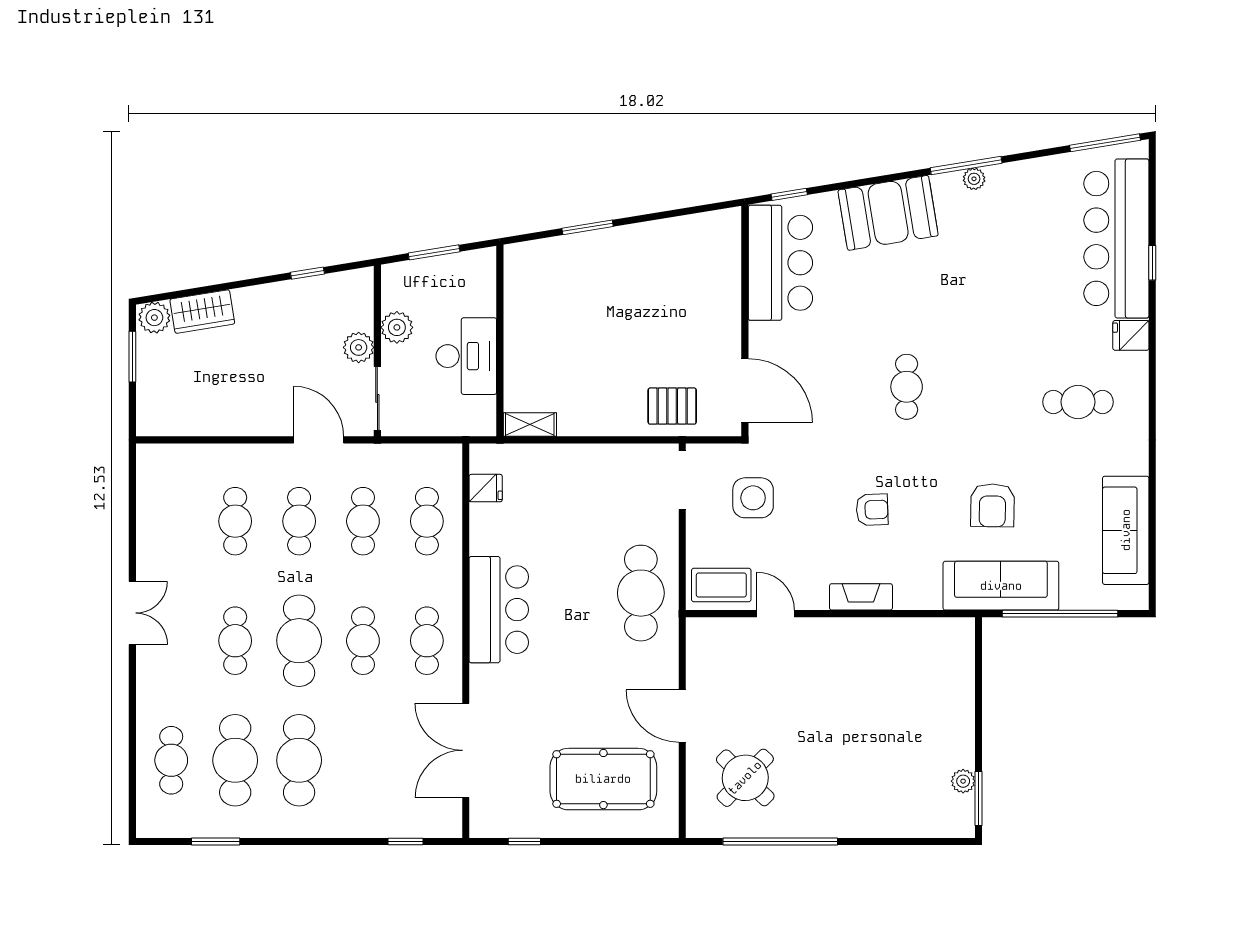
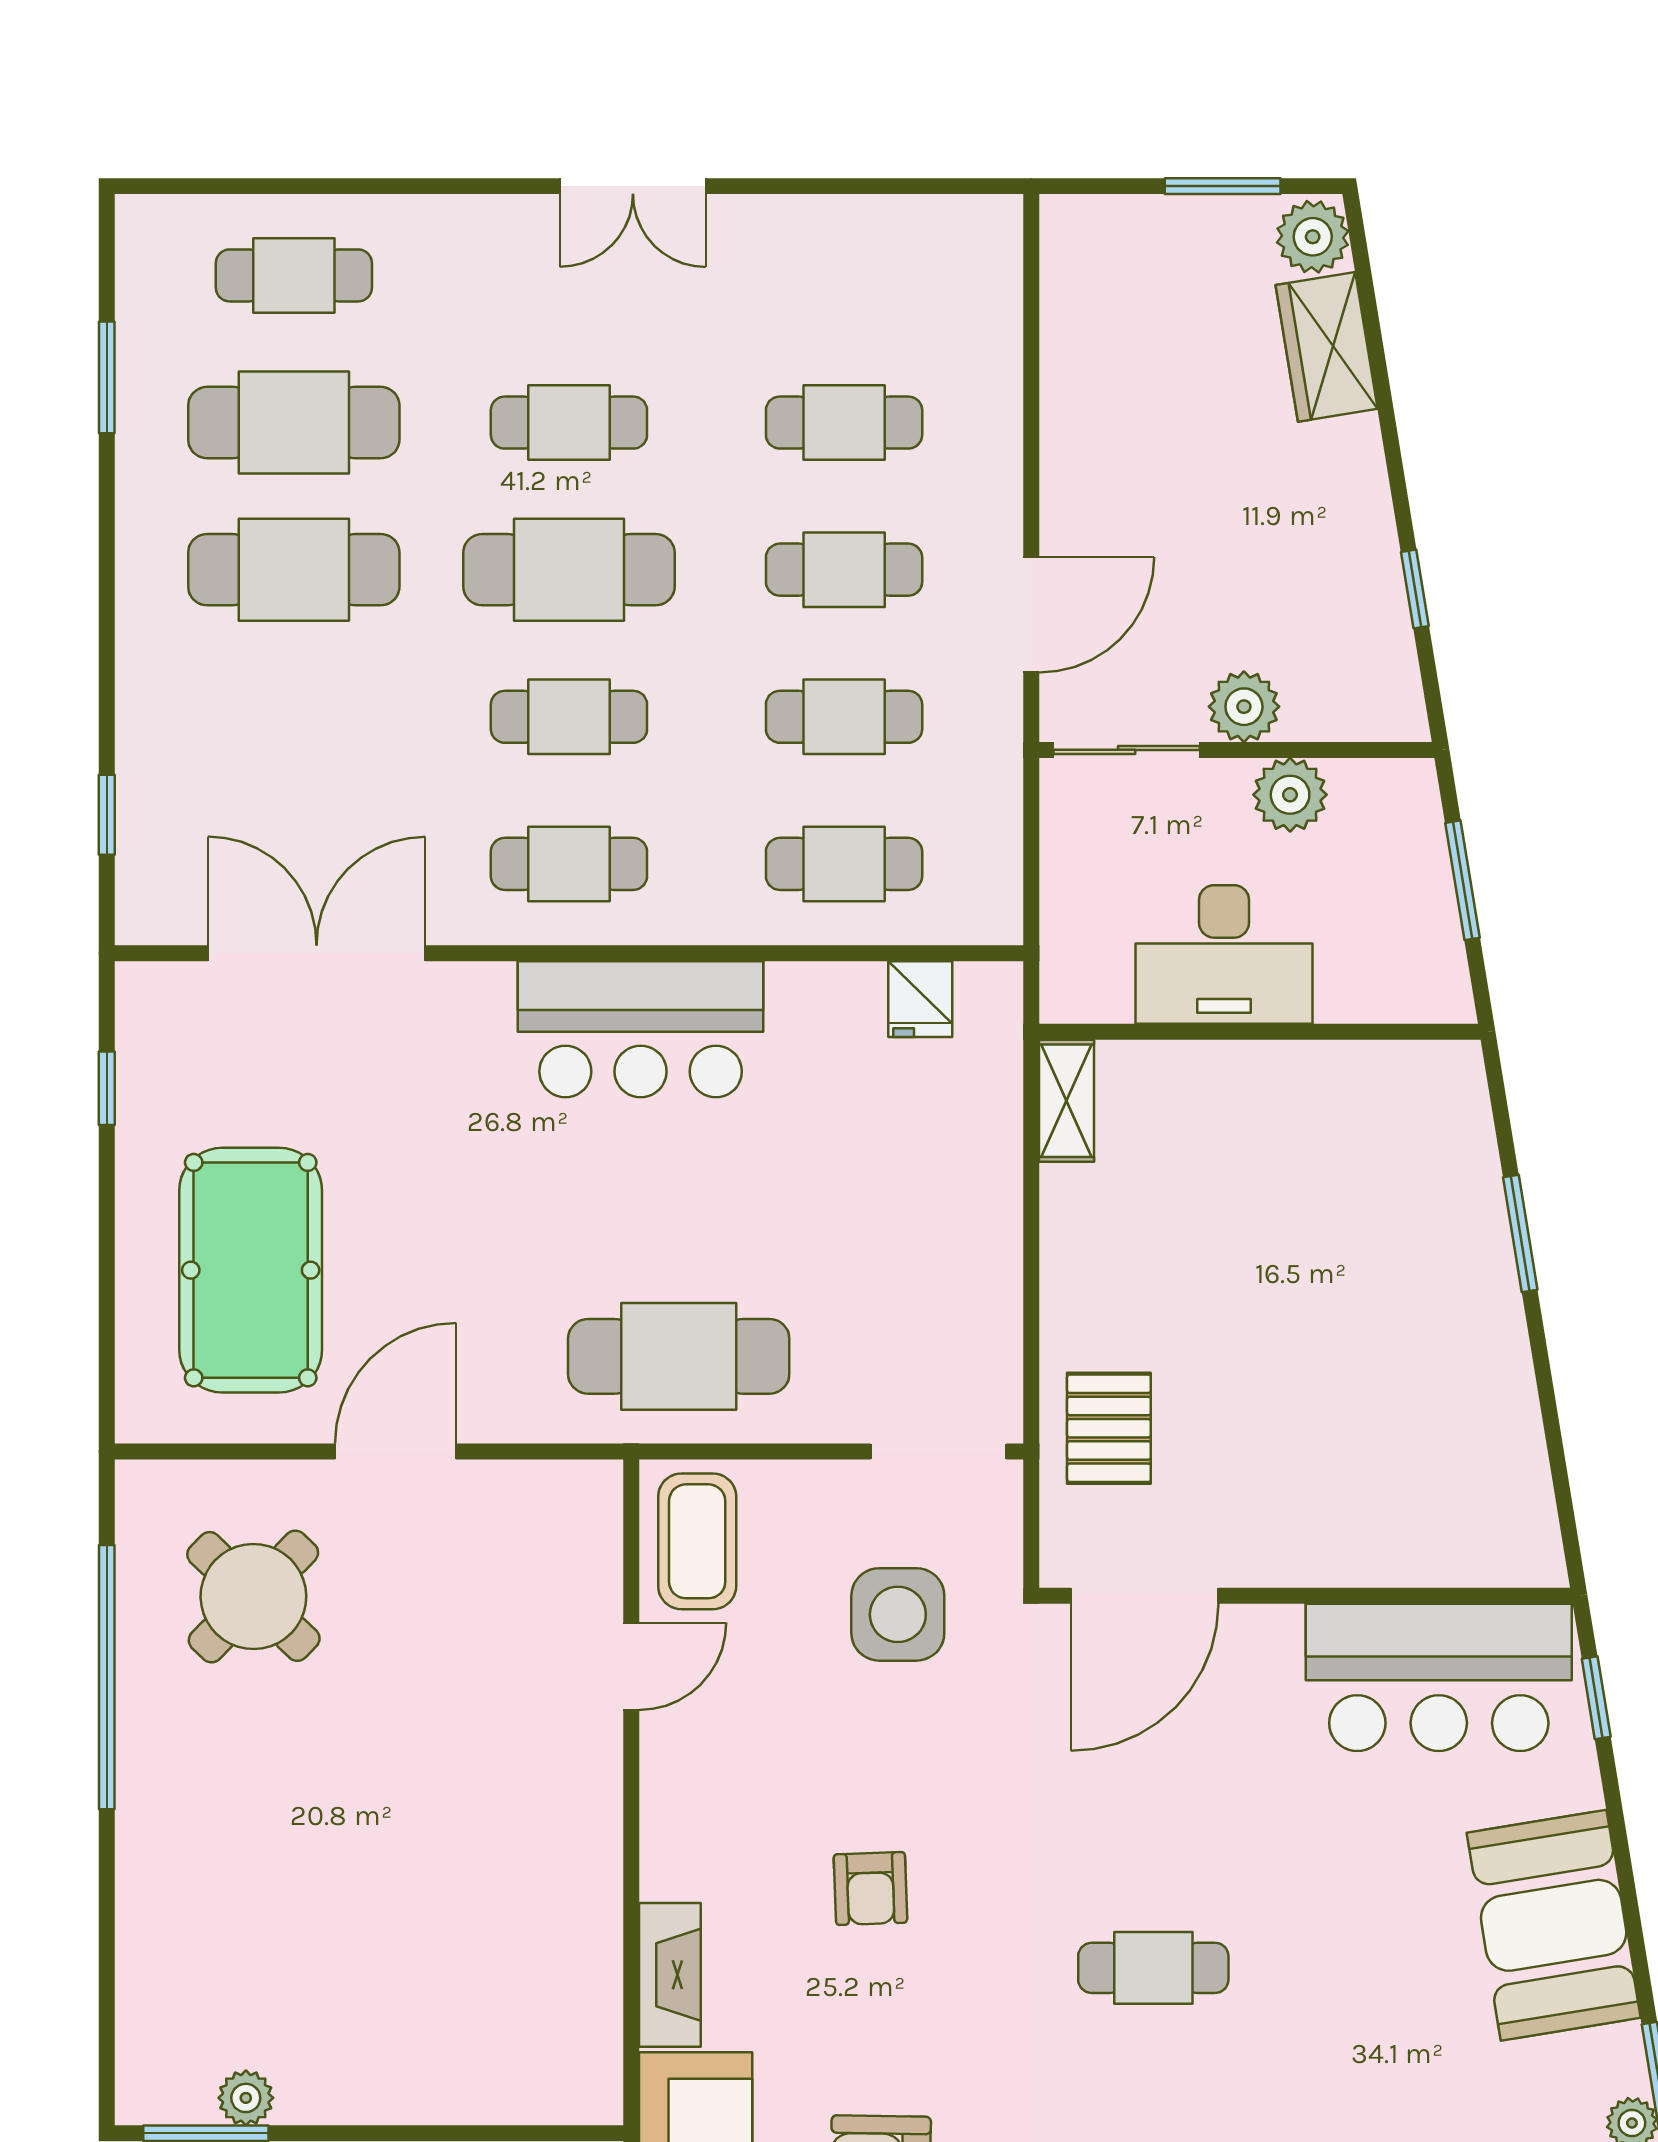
fireplace: (861, 597) -> (670, 1975), moved

